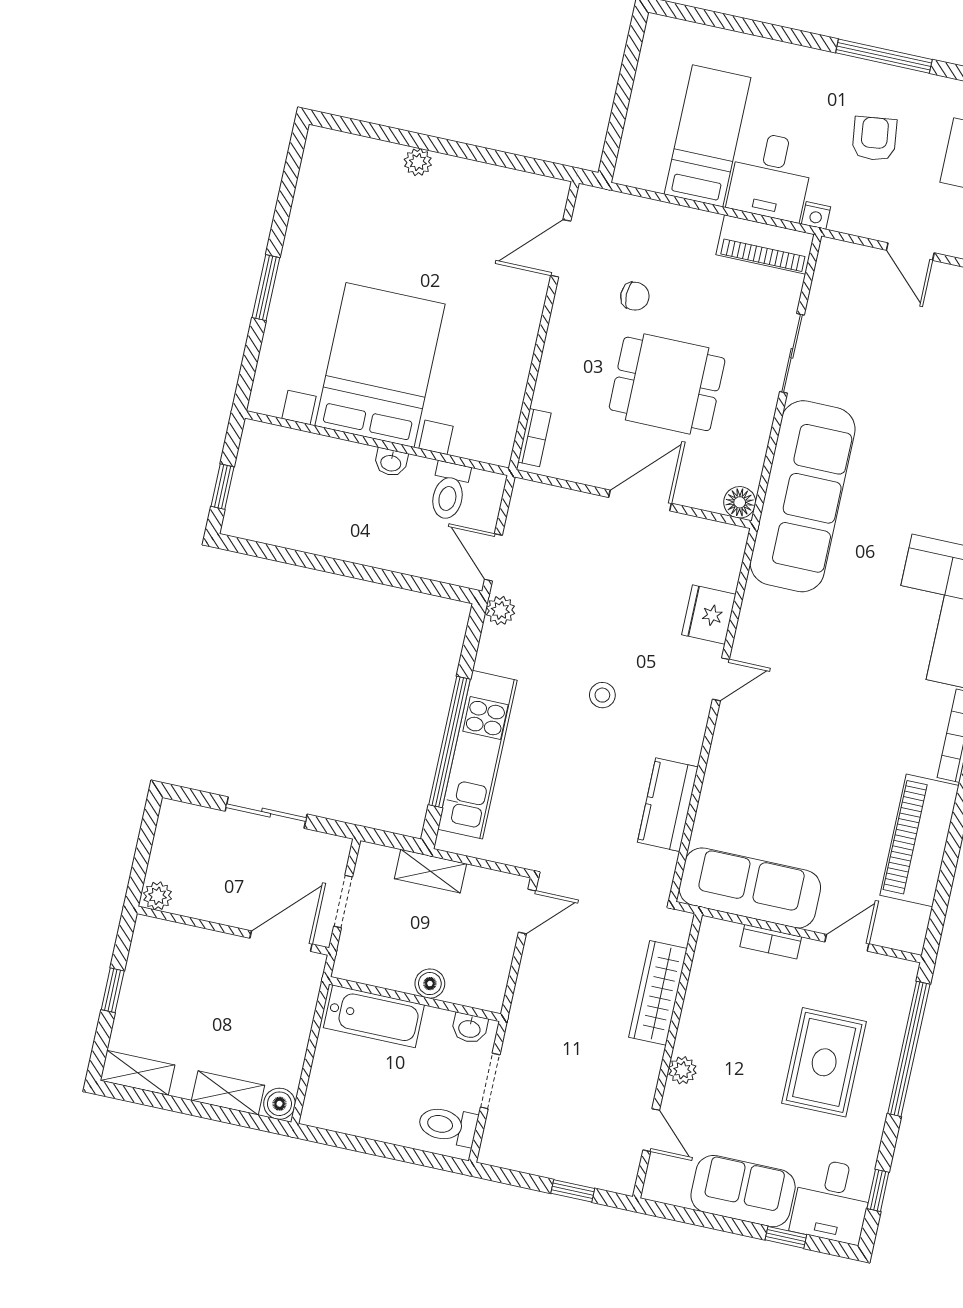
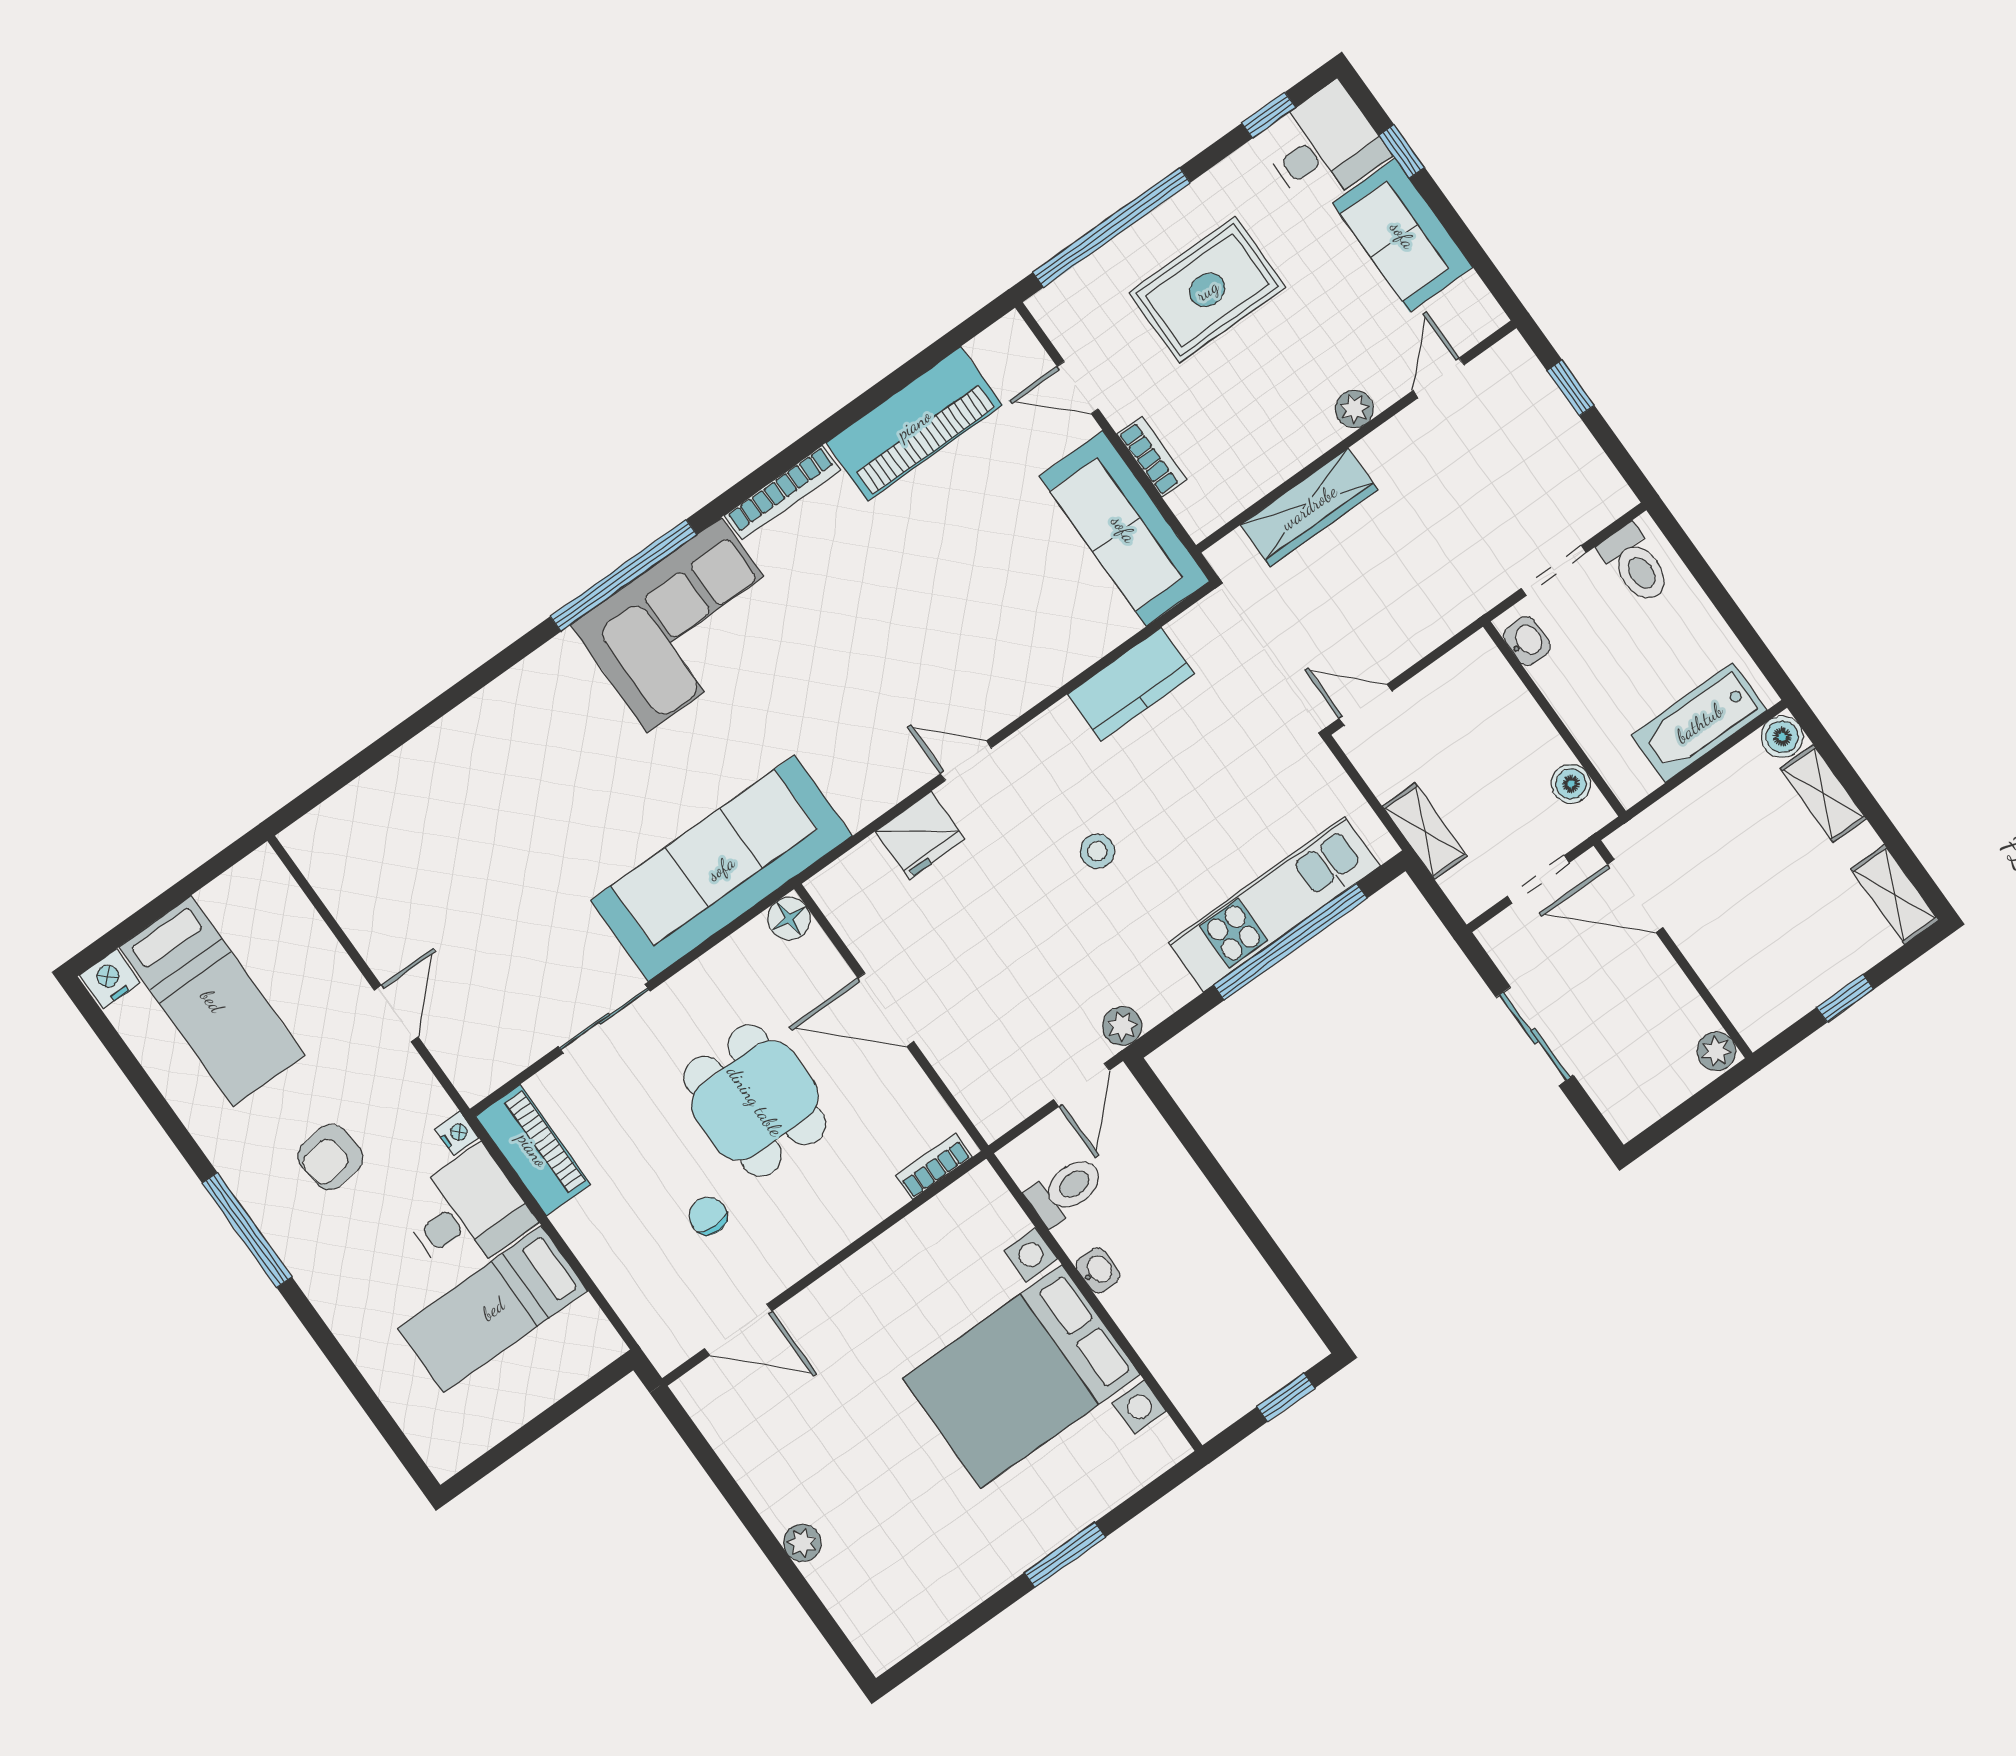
boiler: (430, 984) -> (1571, 784), moved
bathtub: (374, 1016) -> (1699, 723), moved, turned -90

